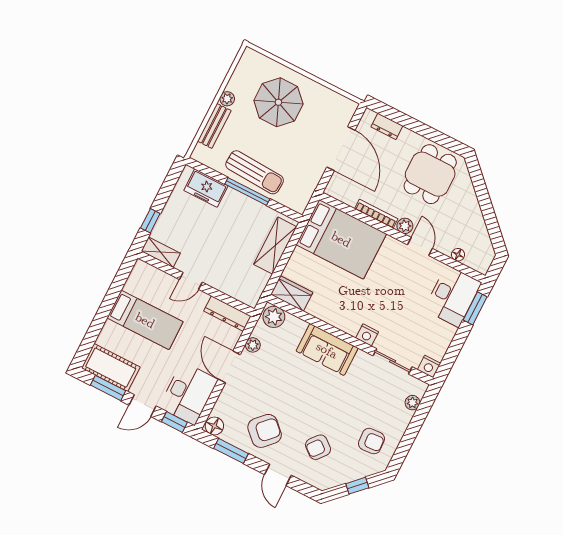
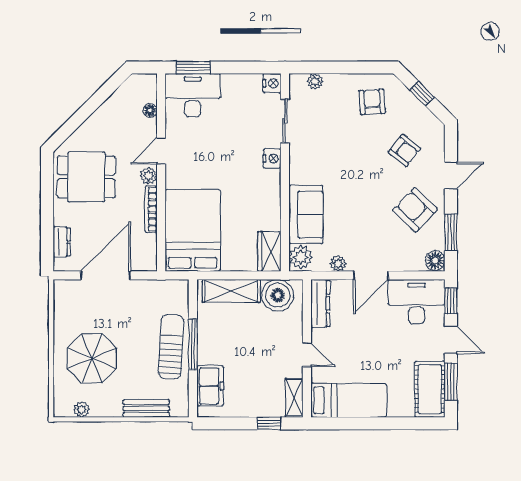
plant: (227, 99) -> (82, 409), moved
boiler: (252, 282) -> (278, 295), added
bed: (145, 320) -> (349, 400), moved, turned 90
sofa: (327, 350) -> (306, 214), moved

